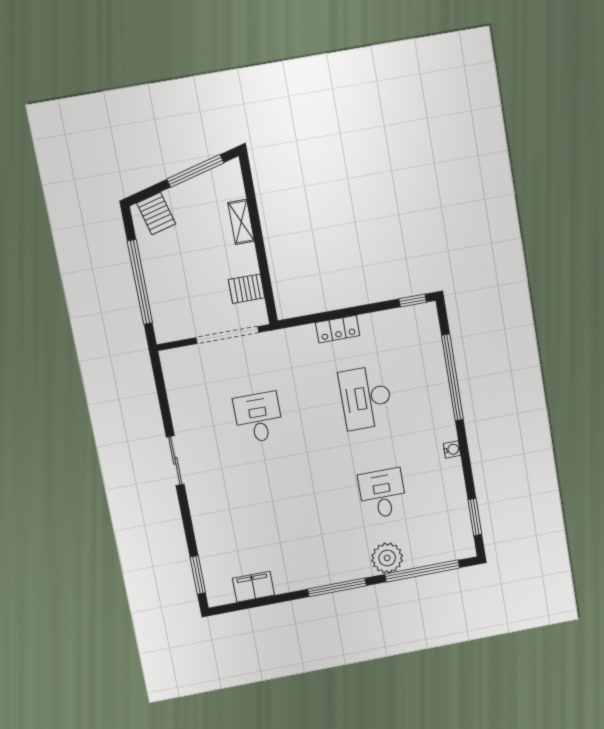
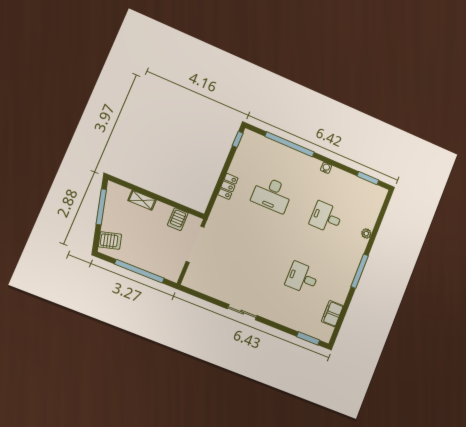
desk: (258, 418) -> (302, 278), moved
plant: (387, 558) -> (366, 234), width x0.53, depth x0.53
window: (422, 571) -> (379, 222), removed

